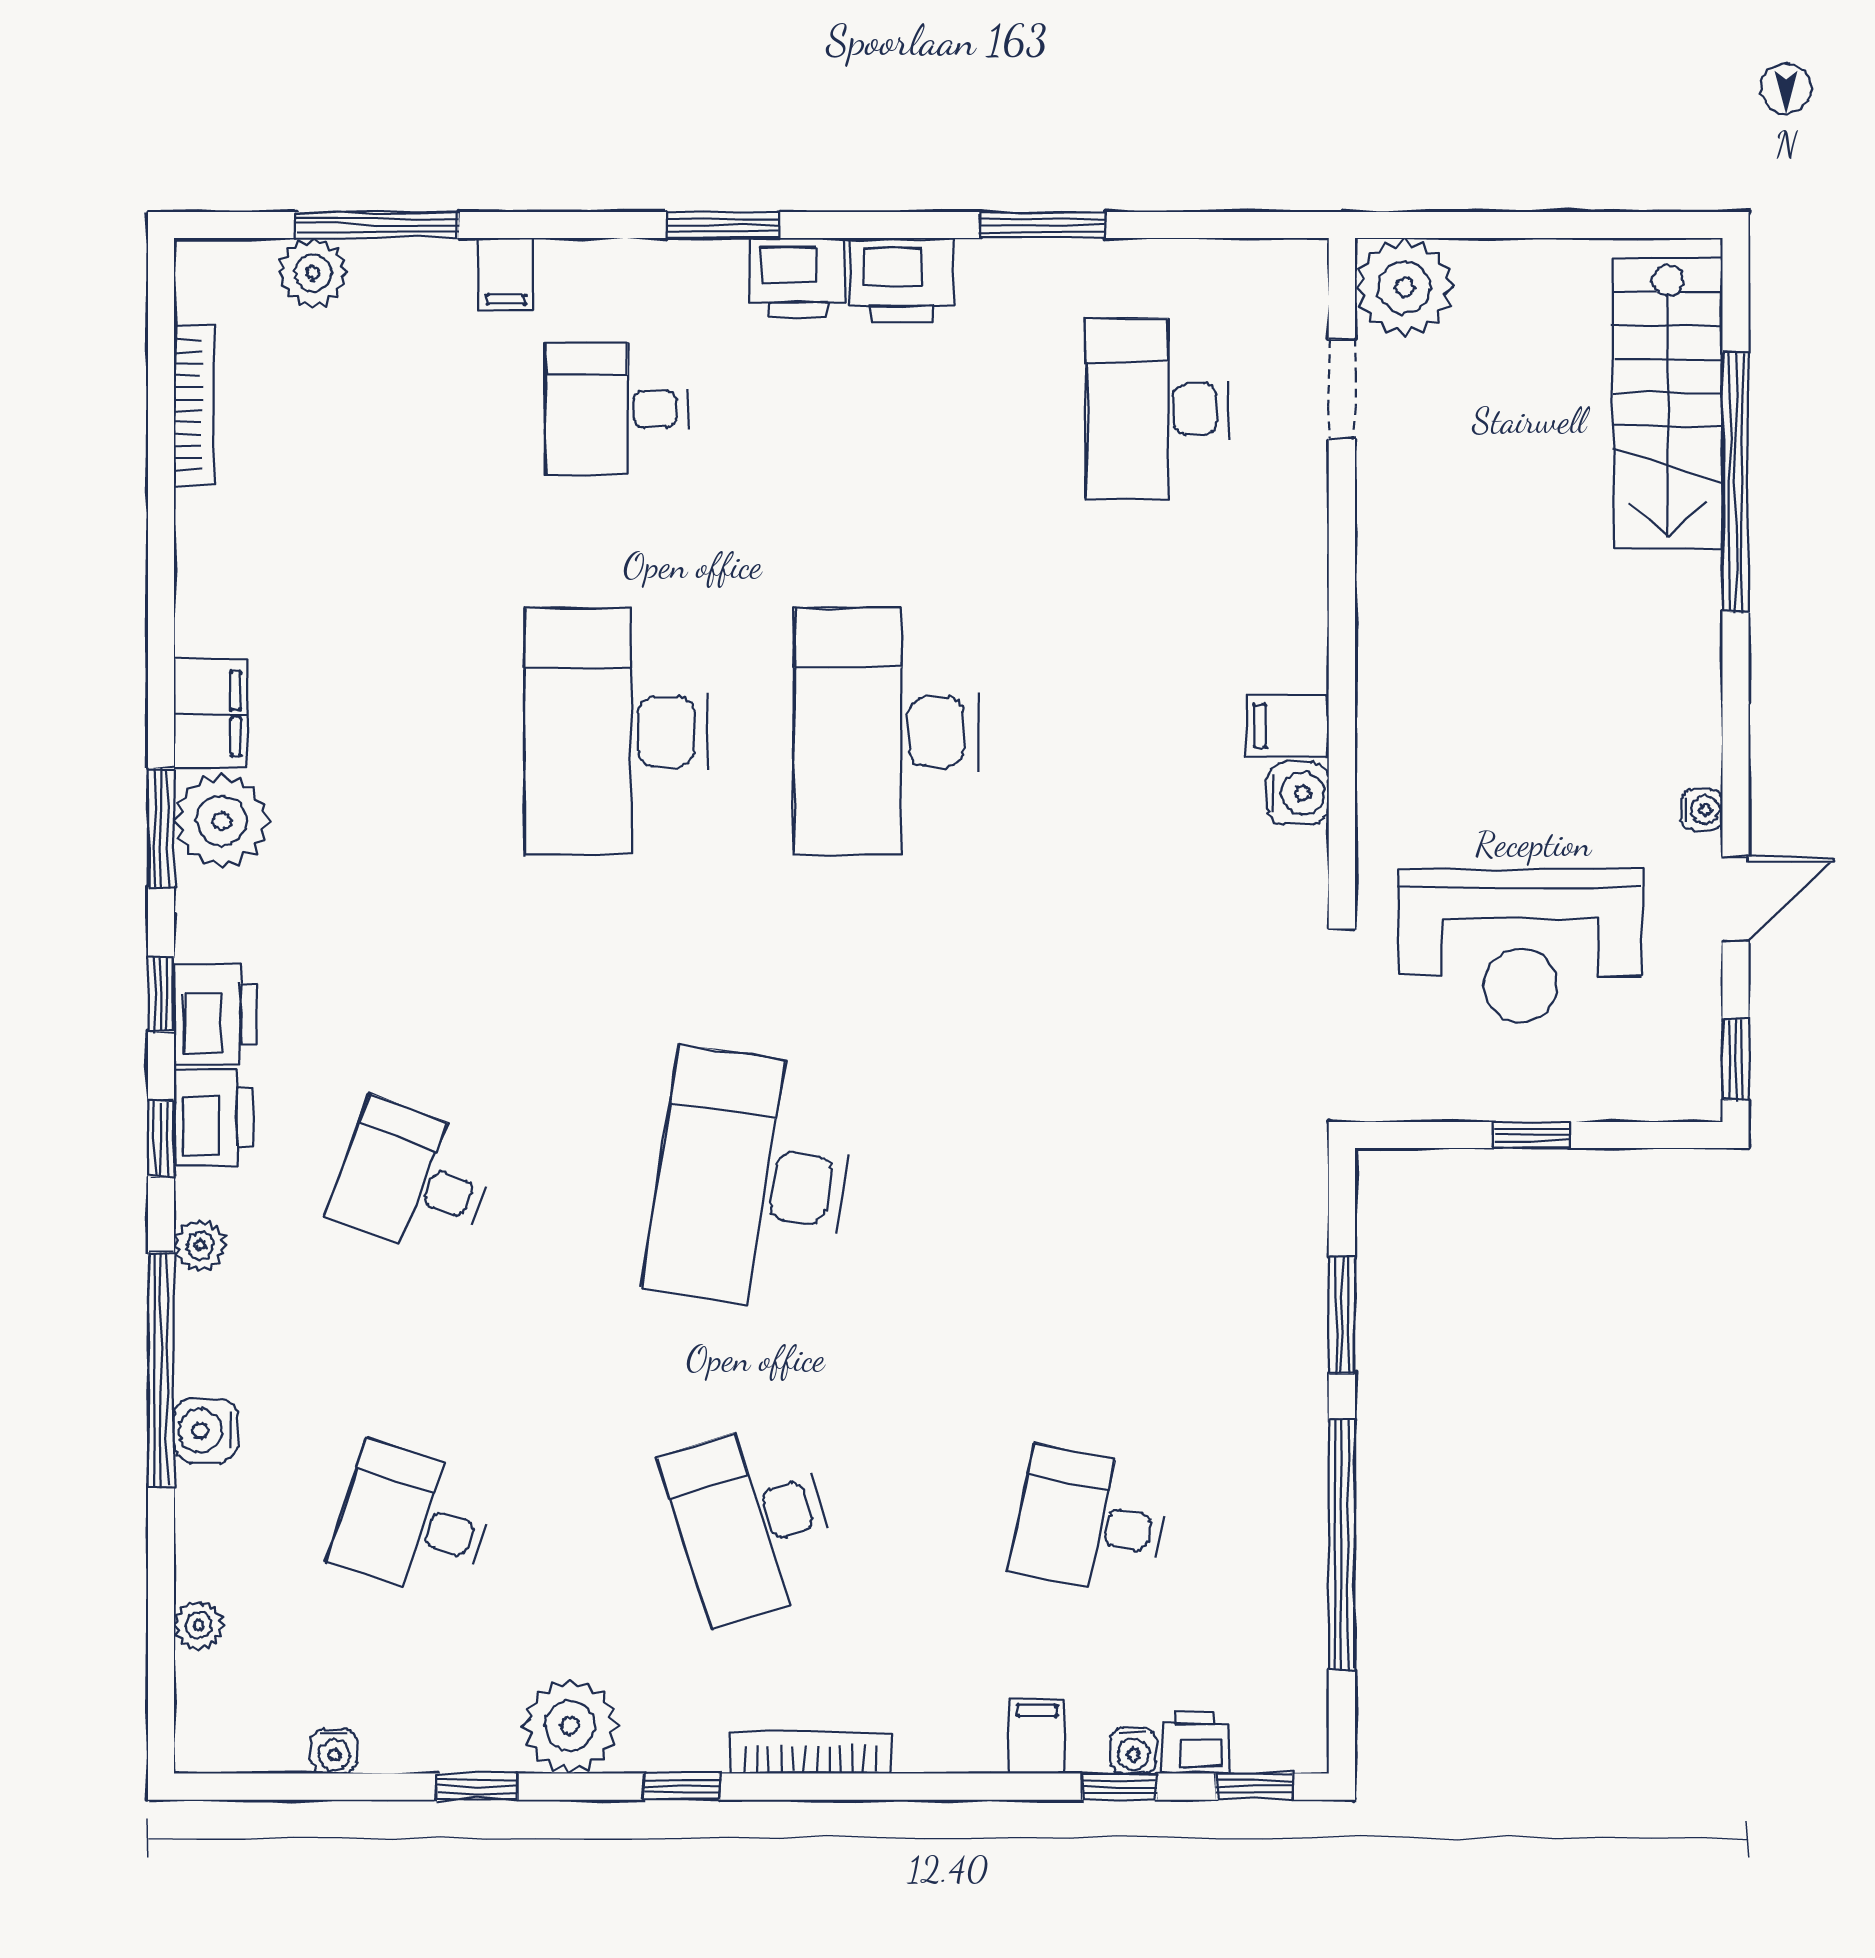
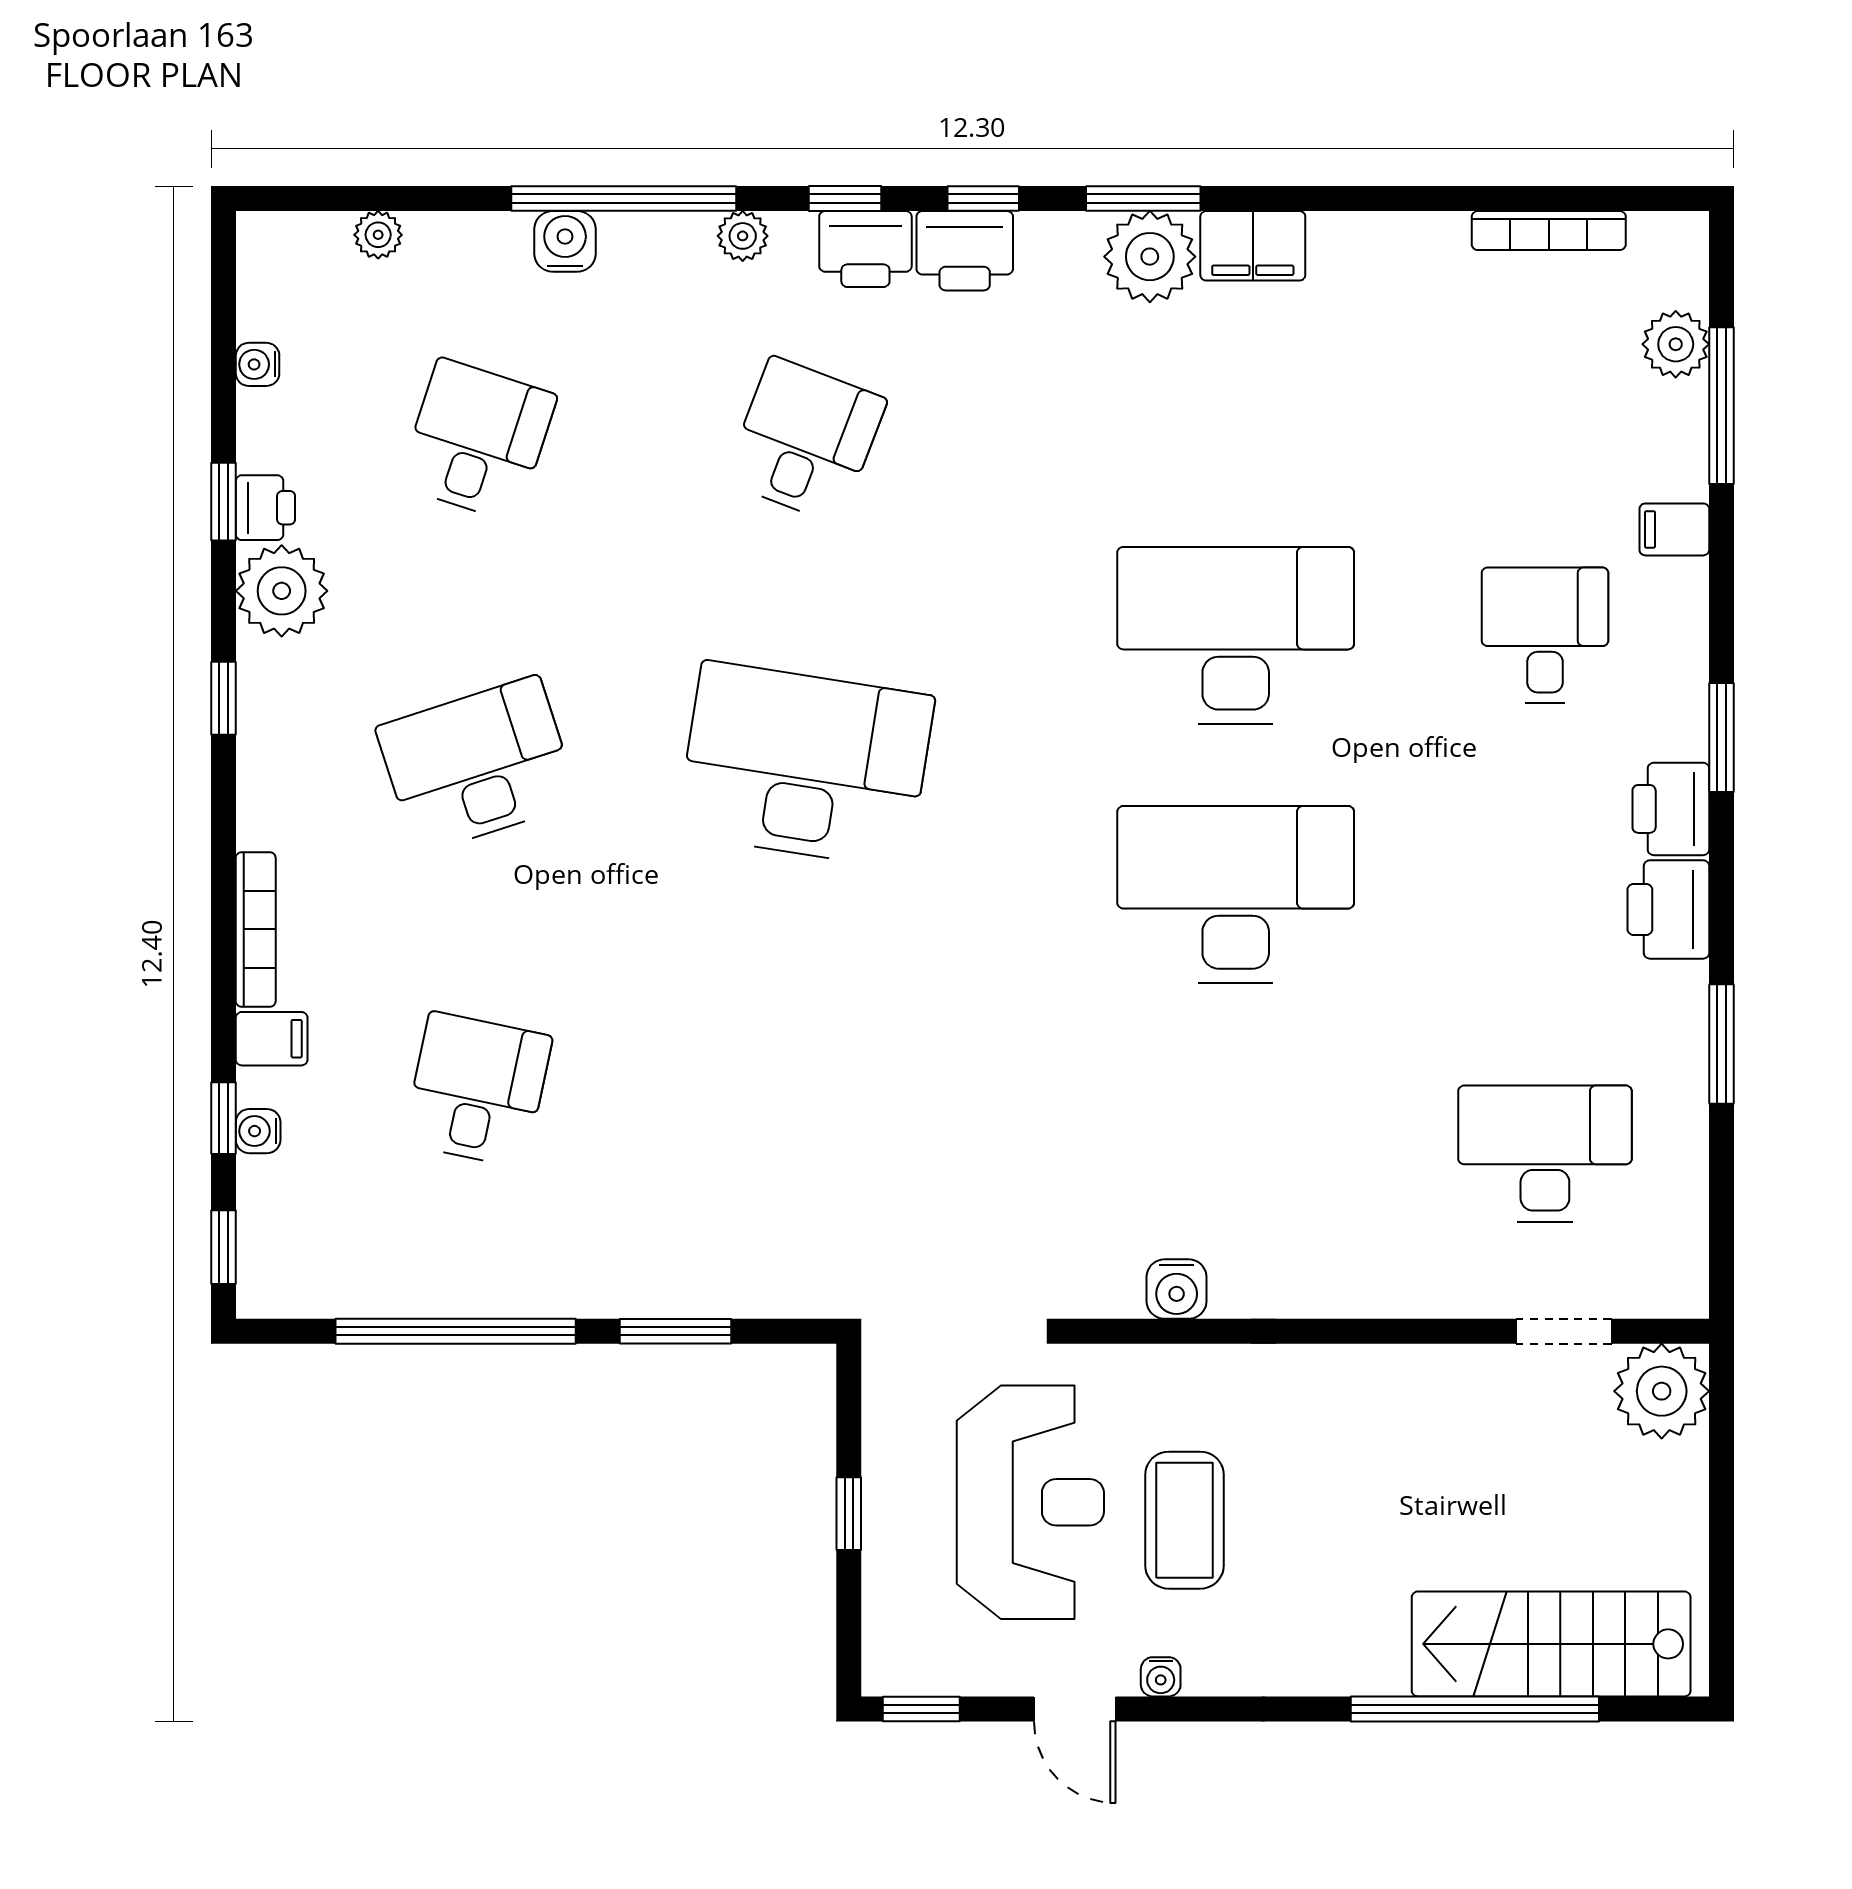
filing cabinet: (1288, 726) -> (1241, 1280), removed
coffee table: (1539, 785) -> (1184, 1520), added
reception desk: (1520, 946) -> (1030, 1502), turned 180
printer: (1195, 1743) -> (265, 508), moved
bookcase: (811, 1753) -> (256, 929), moved

